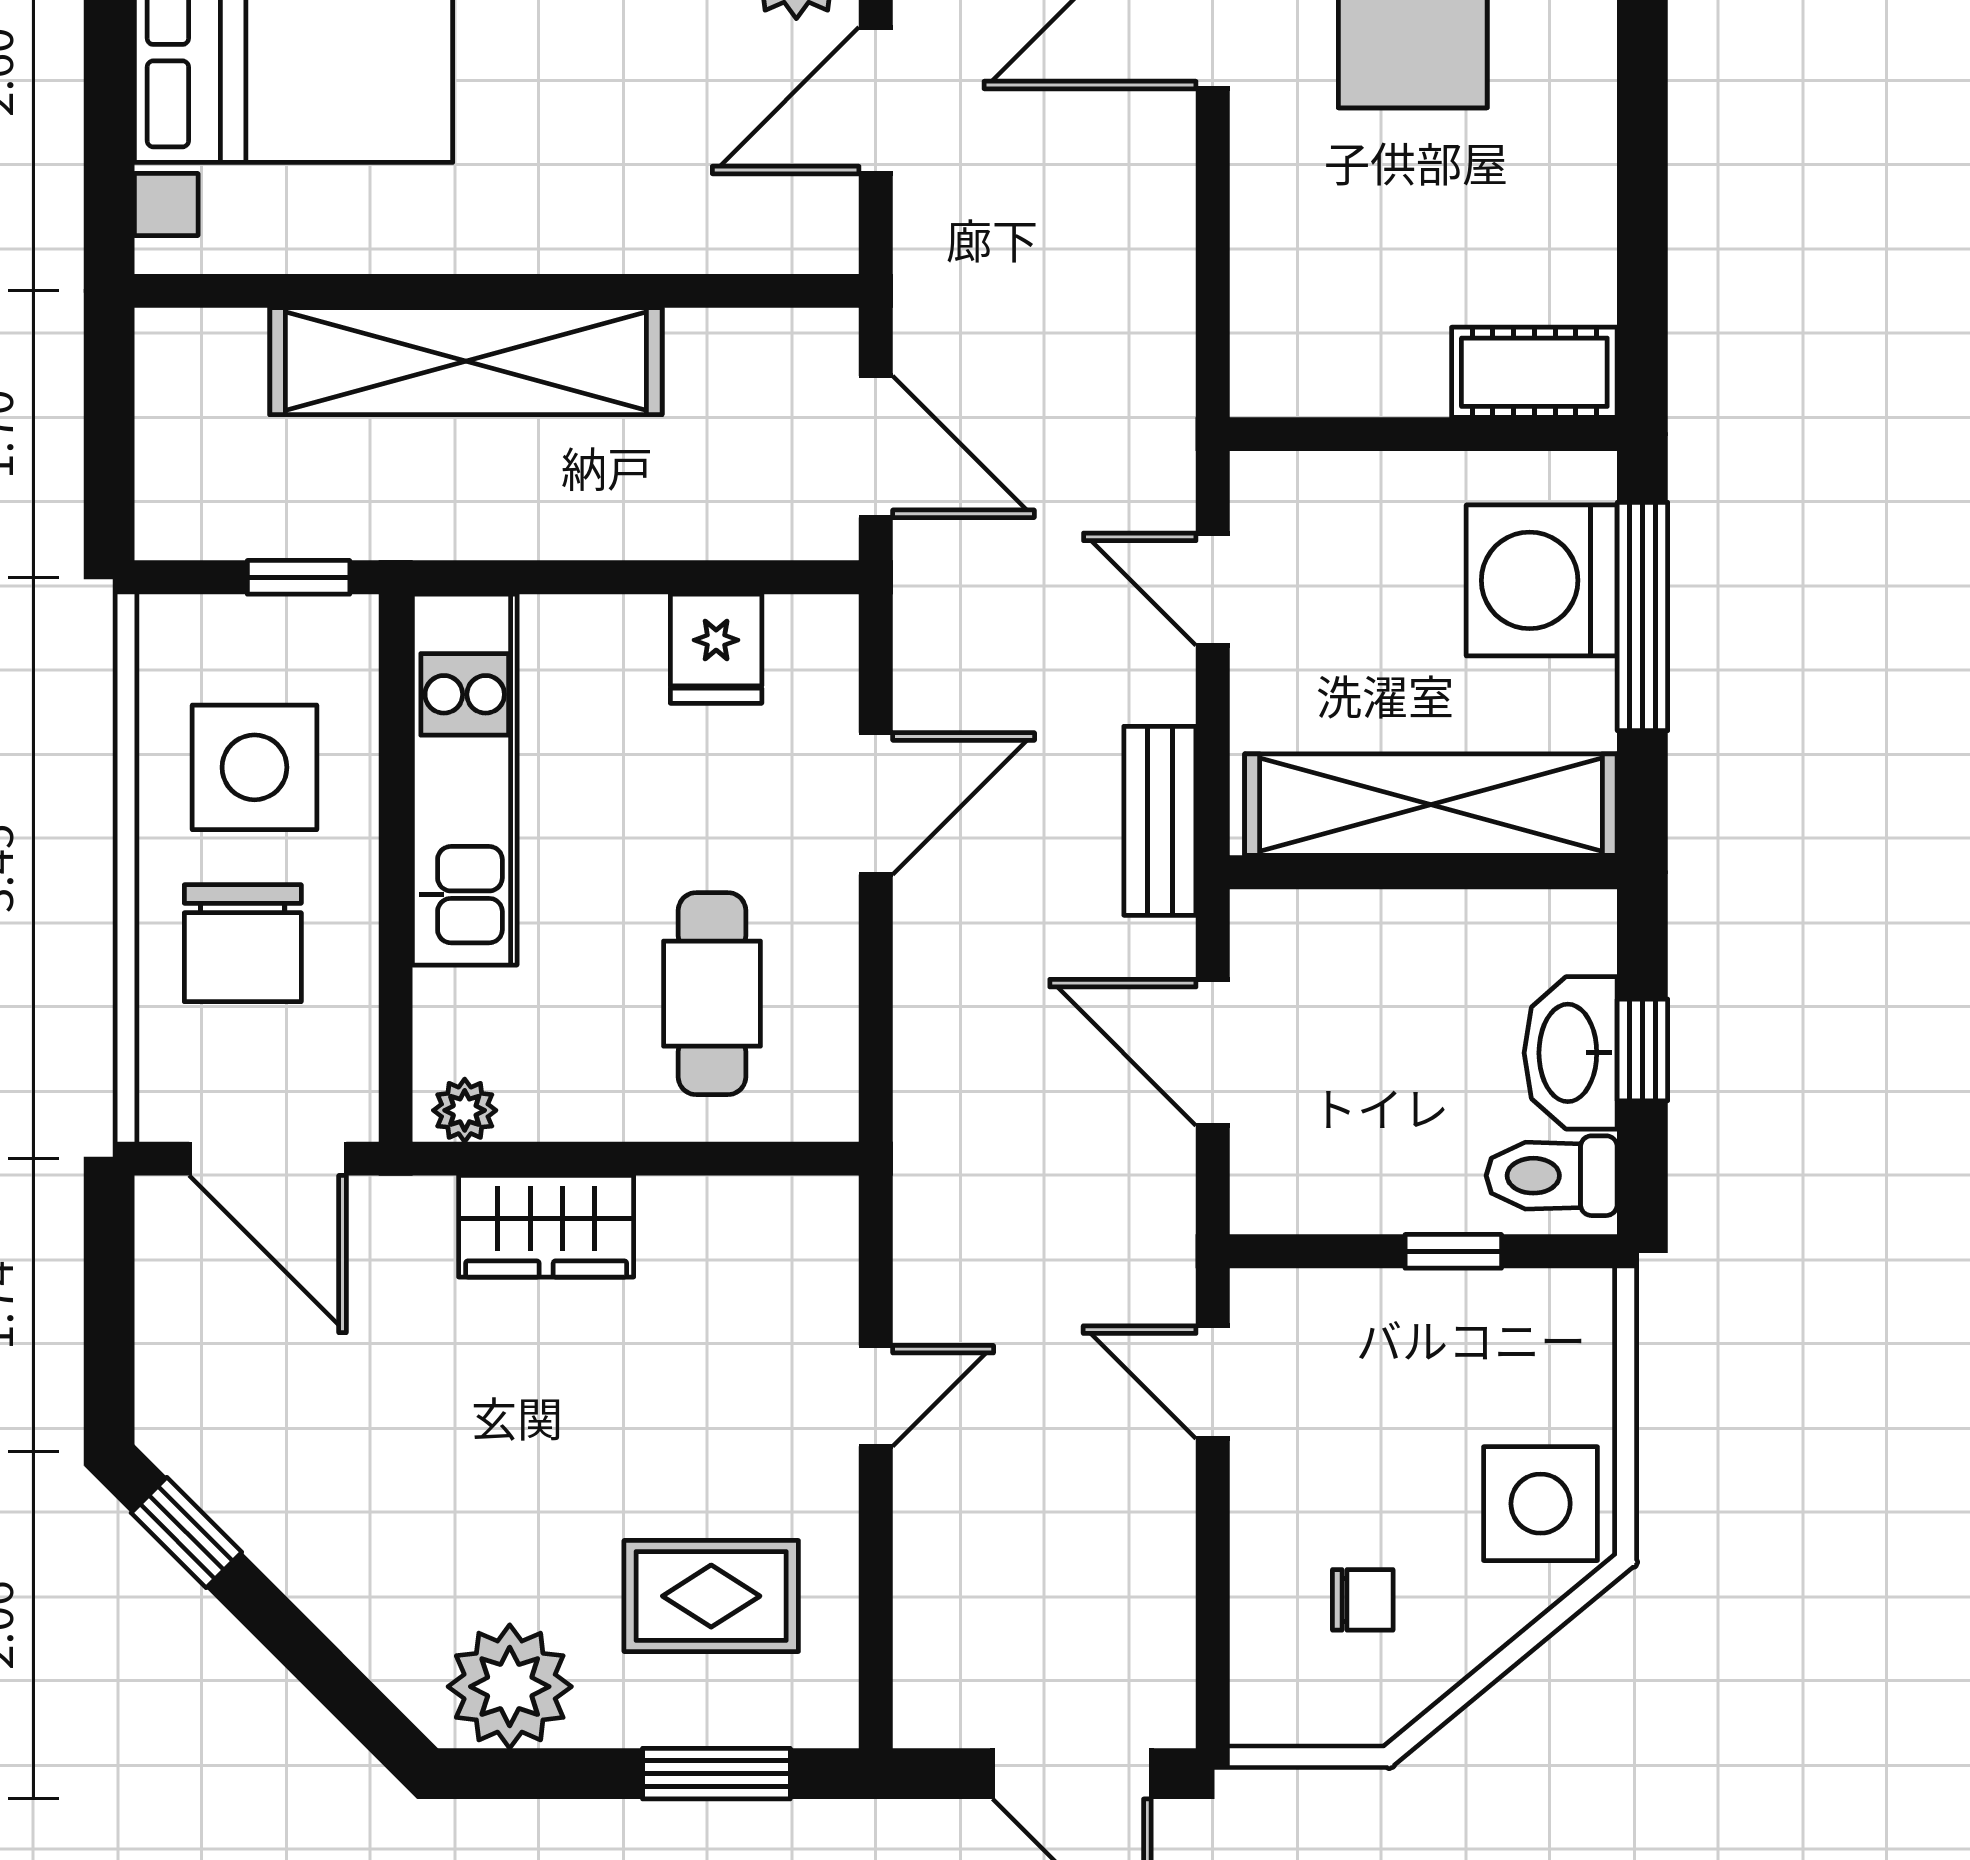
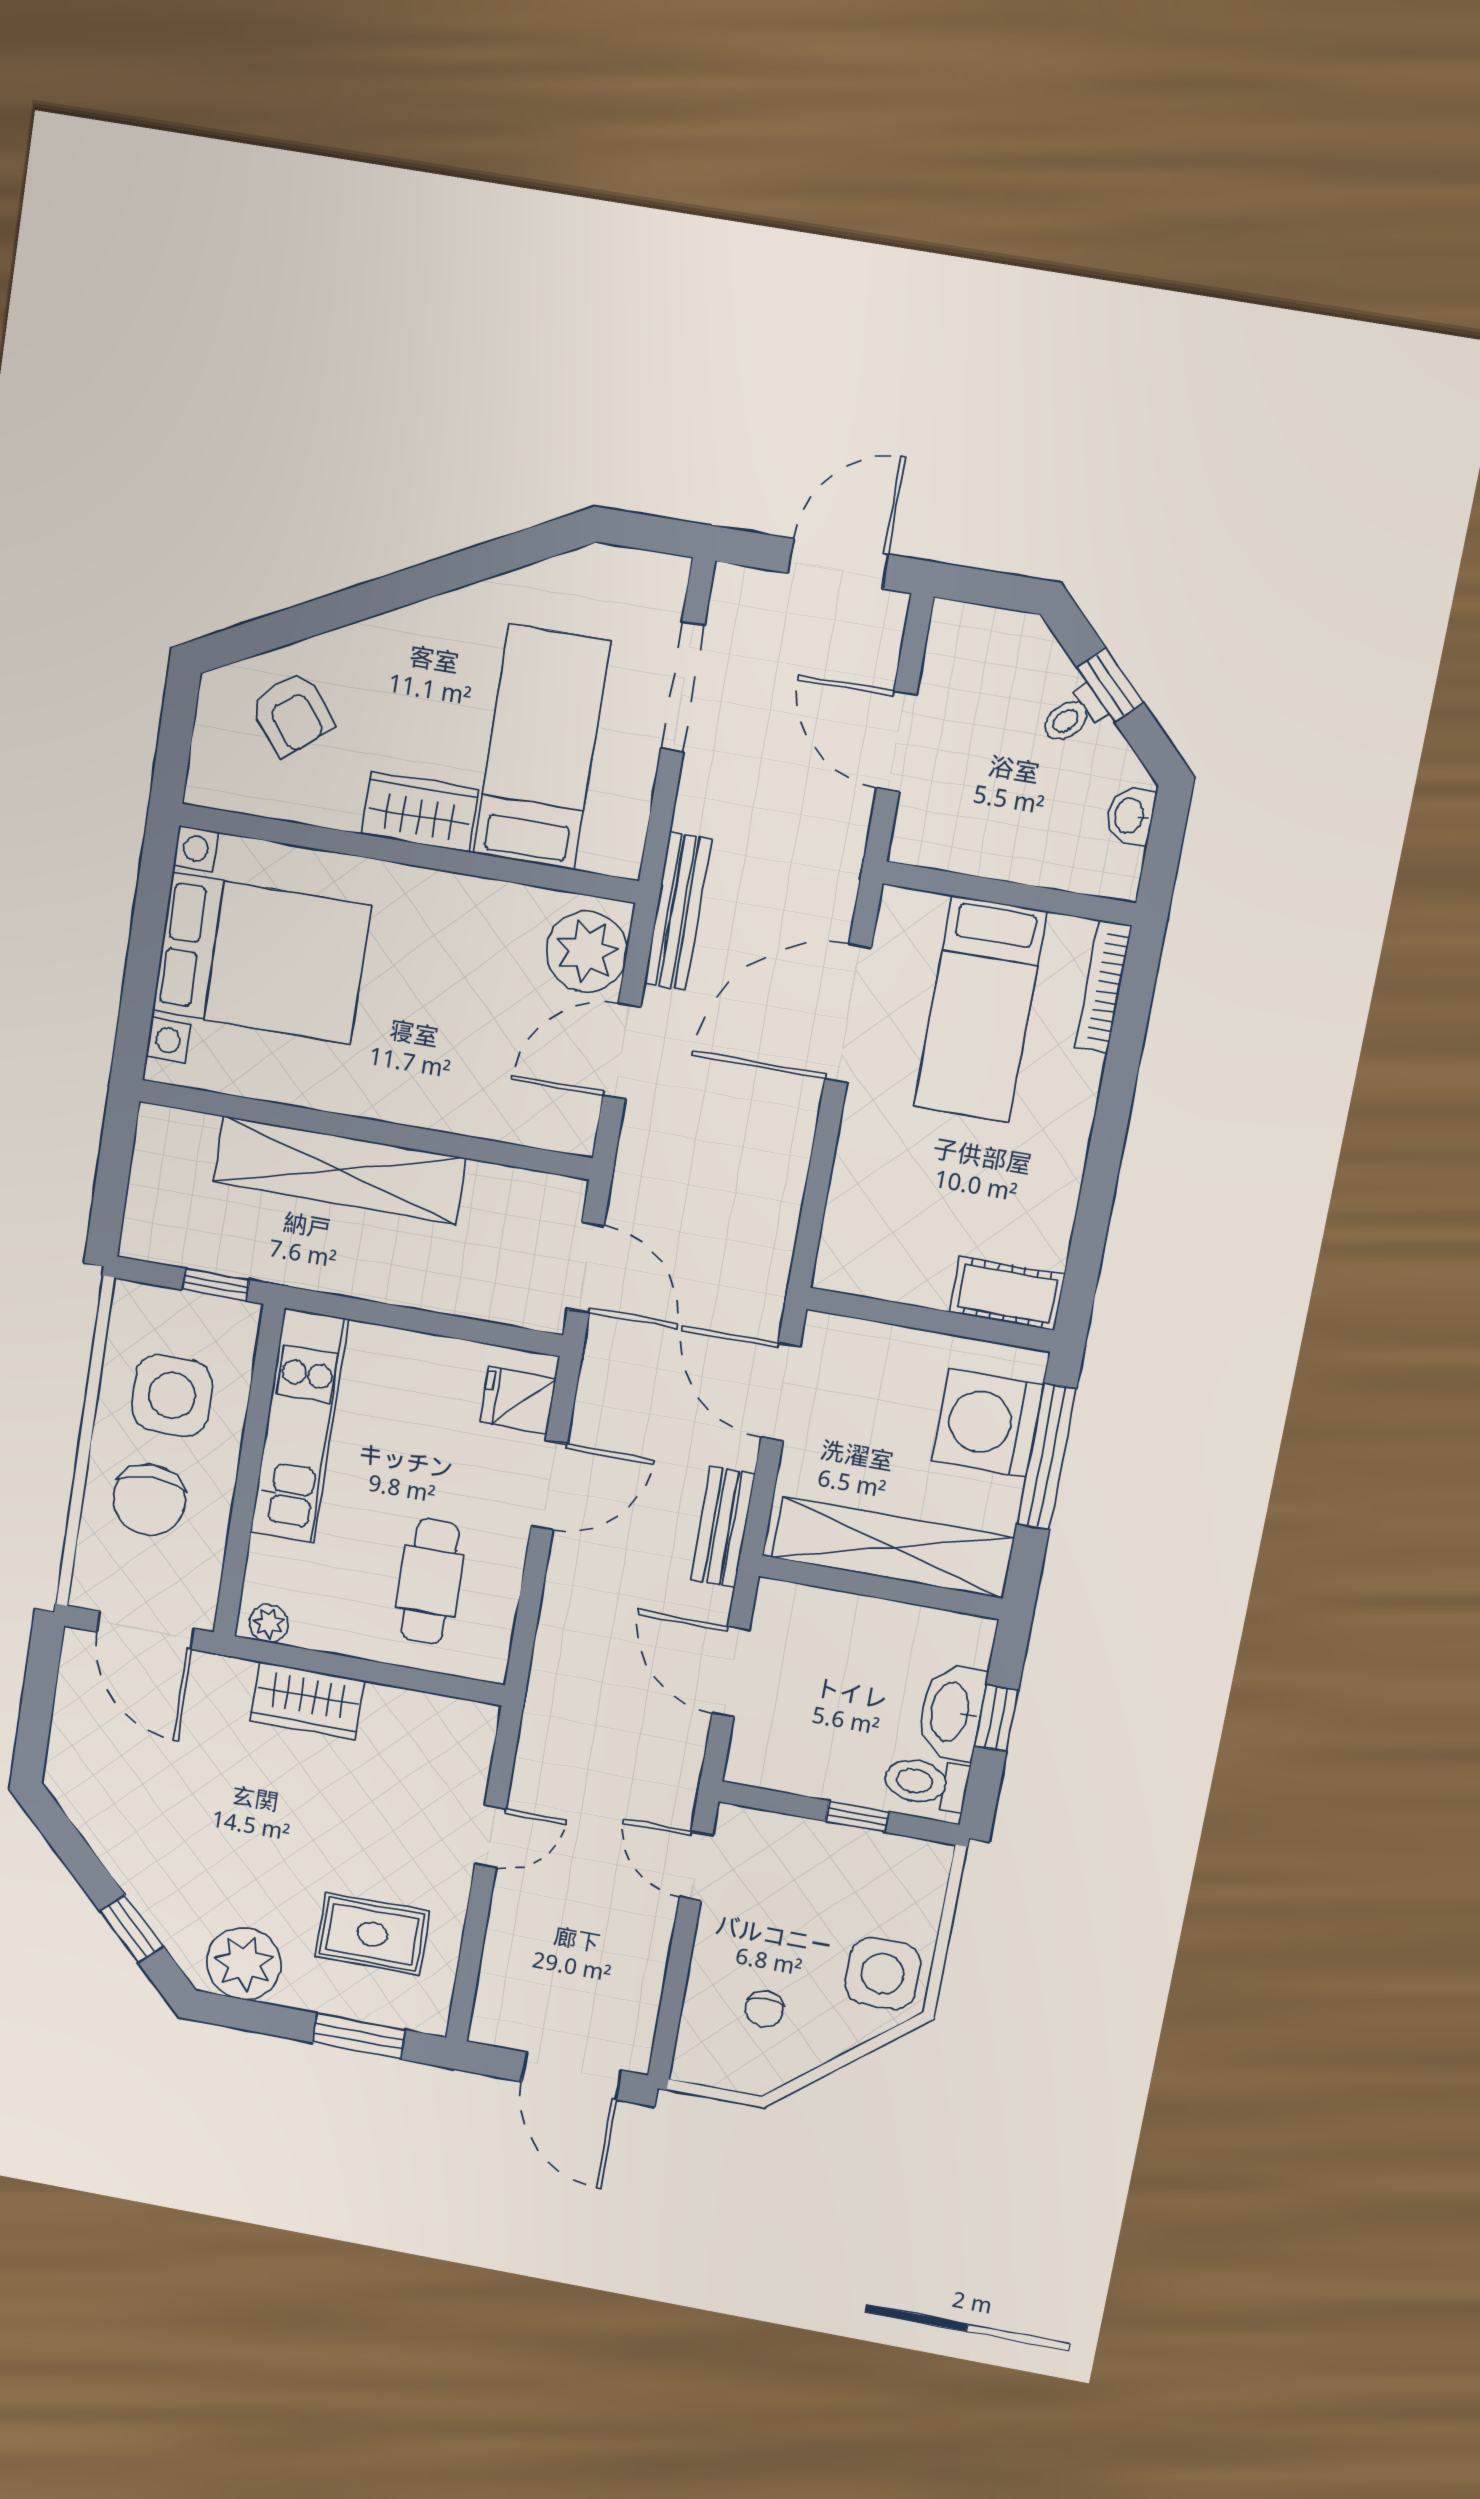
door: (1213, 589) -> (781, 1392), width x1.38
fridge: (716, 649) -> (518, 1400), moved, turned 90
window: (186, 1533) -> (131, 1929), moved
chair: (1363, 1600) -> (764, 2009), turned 90

